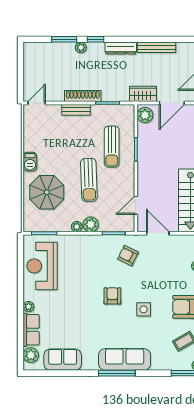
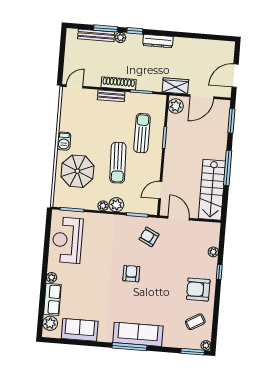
bench: (157, 47) -> (96, 35), moved
sun lounger: (112, 147) -> (142, 133), turned 180
side table: (144, 309) -> (160, 289), removed

